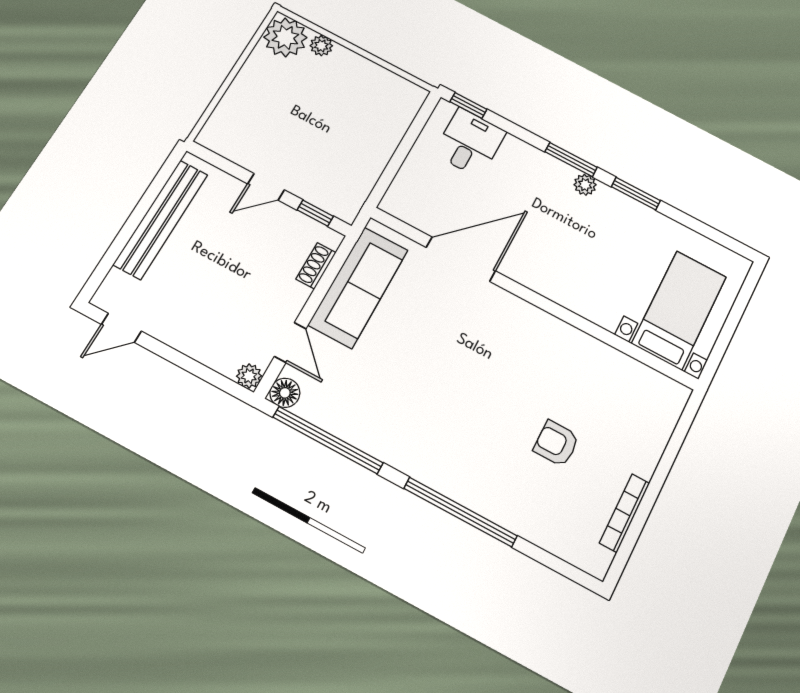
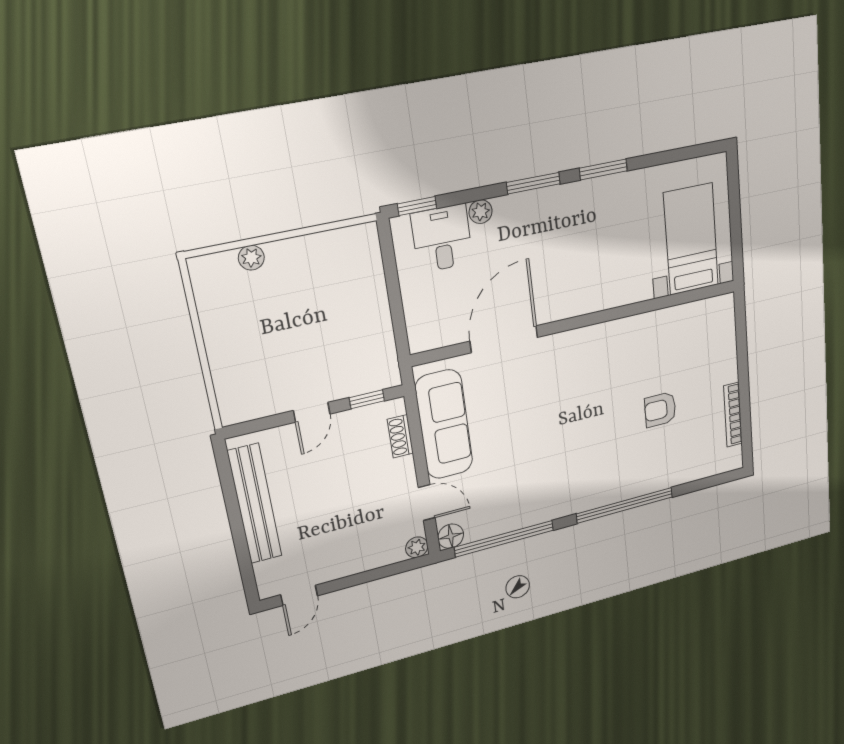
plant: (285, 37) -> (214, 277), removed
plant: (585, 185) -> (481, 212), moved

